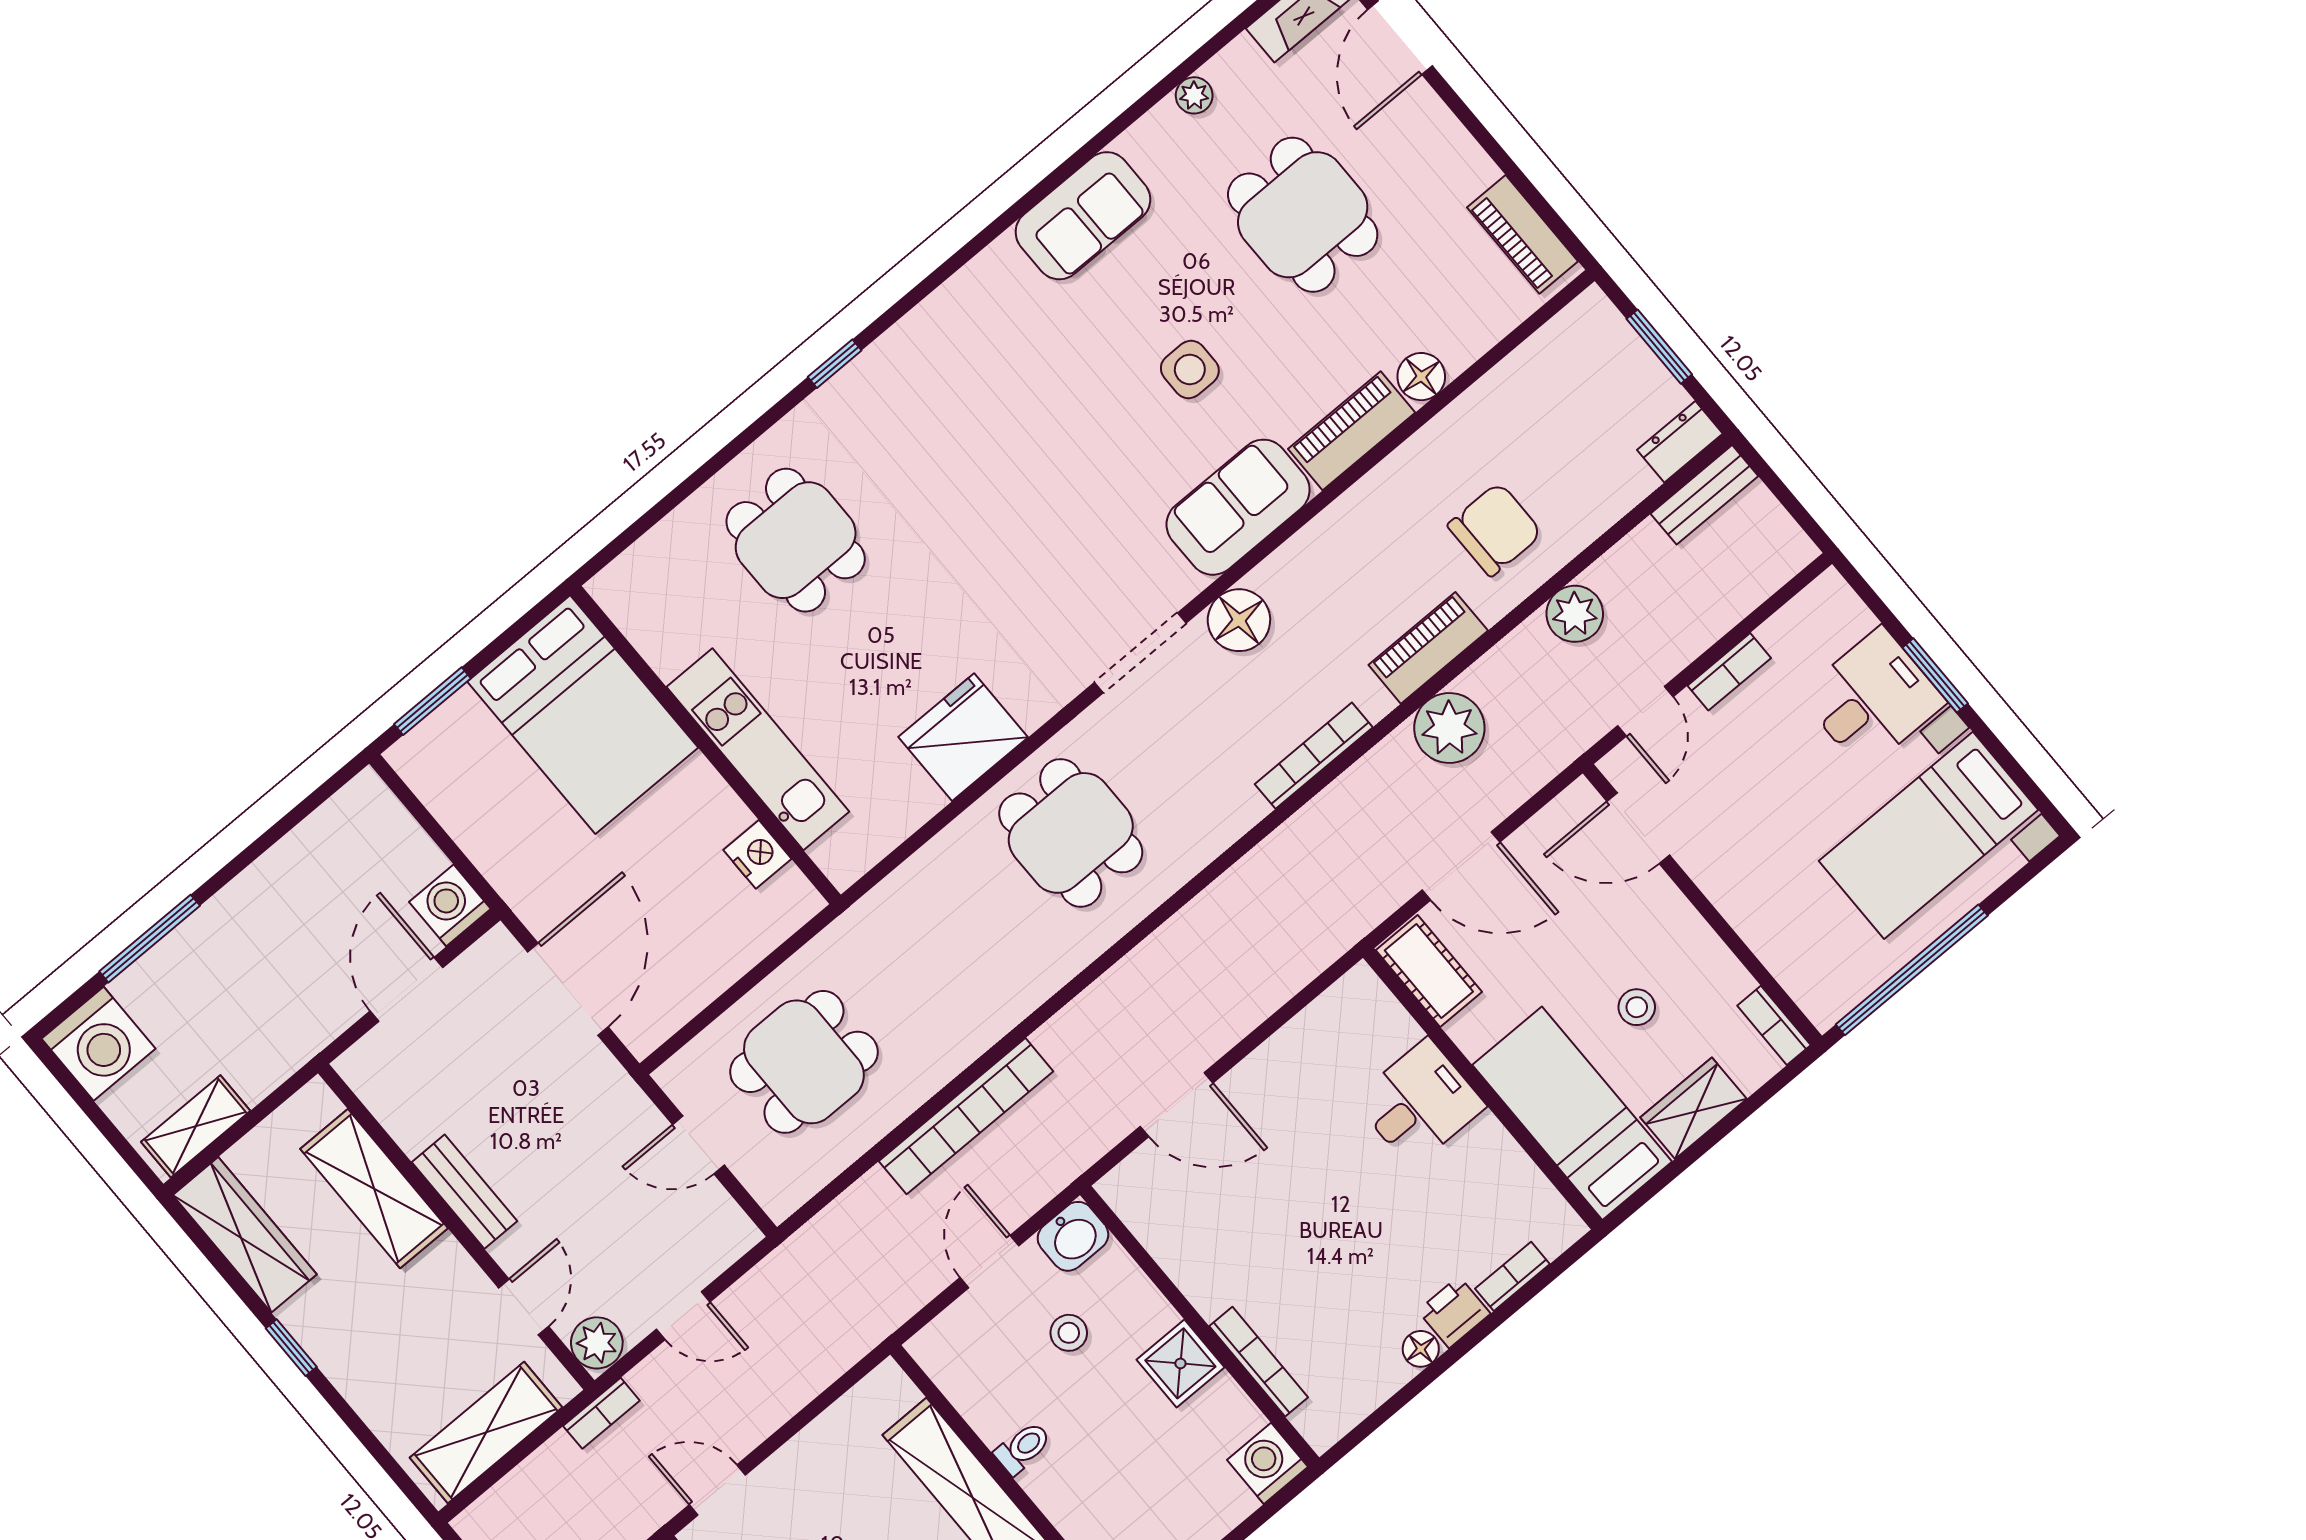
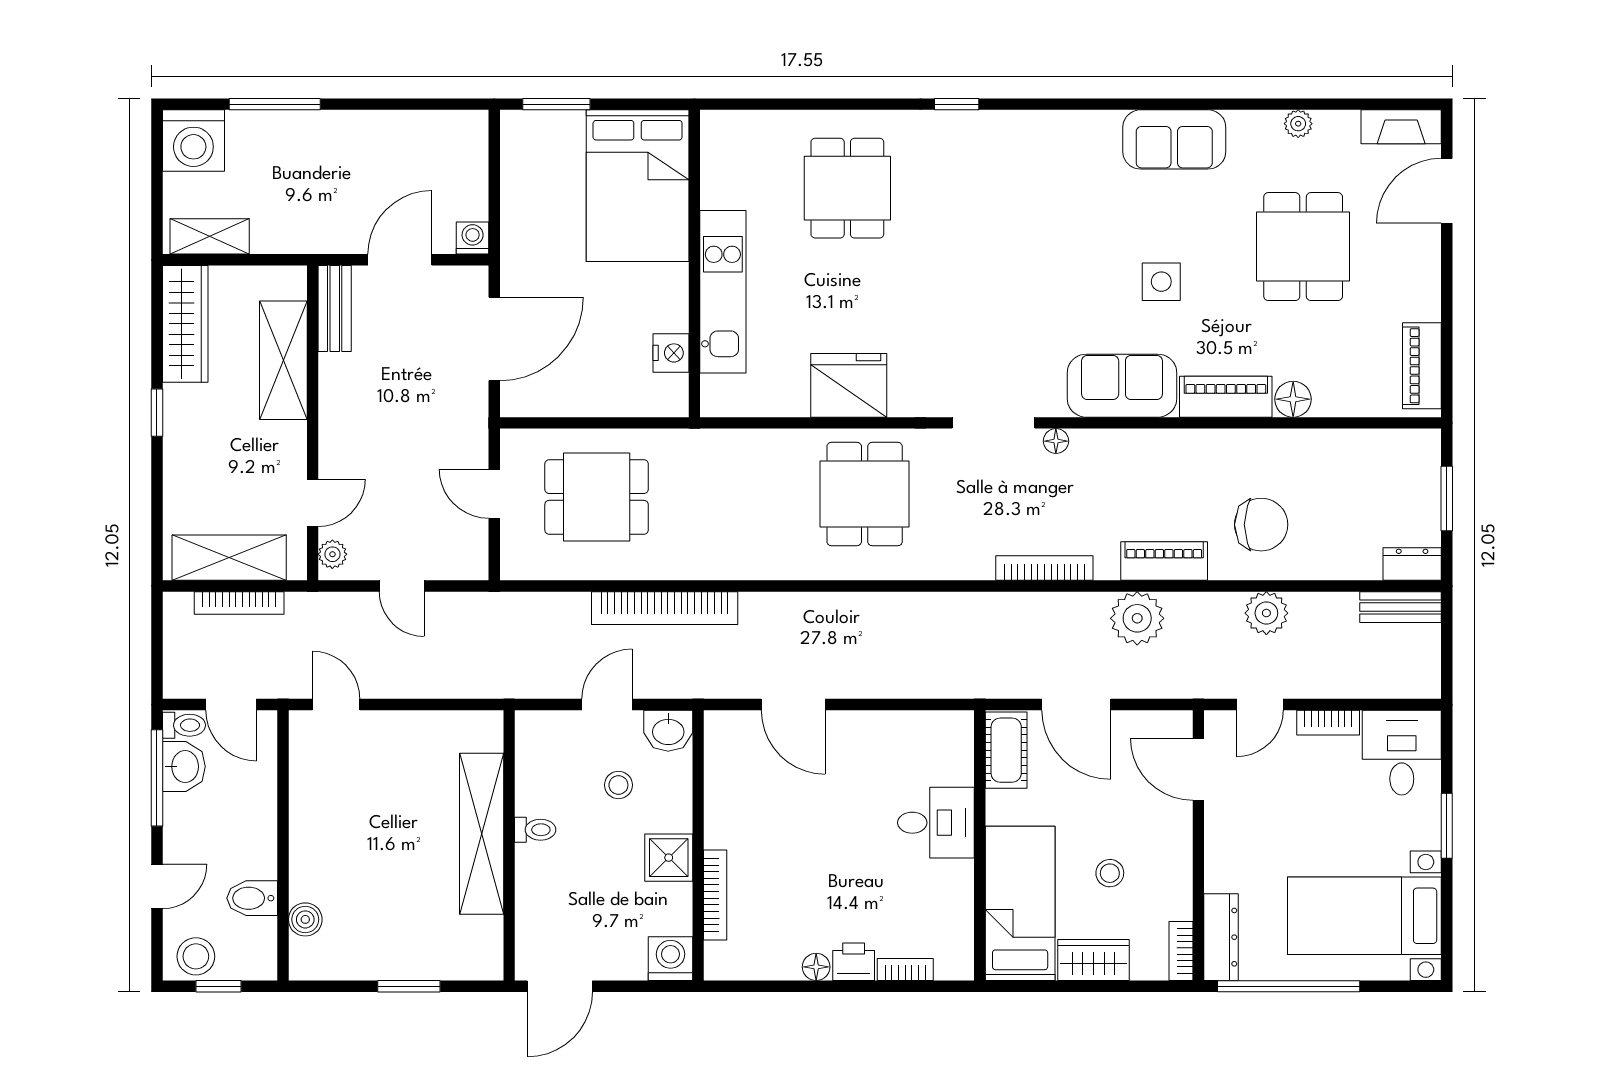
floor lamp: (1239, 620) -> (1056, 441), width x0.53, depth x0.53
desk: (1872, 699) -> (1402, 753), moved, turned -90
washing machine: (450, 905) -> (473, 238), width x0.73, depth x0.73
dresser: (1802, 978) -> (1221, 937), added
bench: (465, 1192) -> (335, 309), moved
plant: (597, 1343) -> (332, 554), width x0.73, depth x0.73
bookcase: (601, 1413) -> (239, 603), moved, width x1.56

